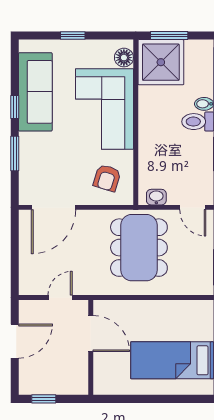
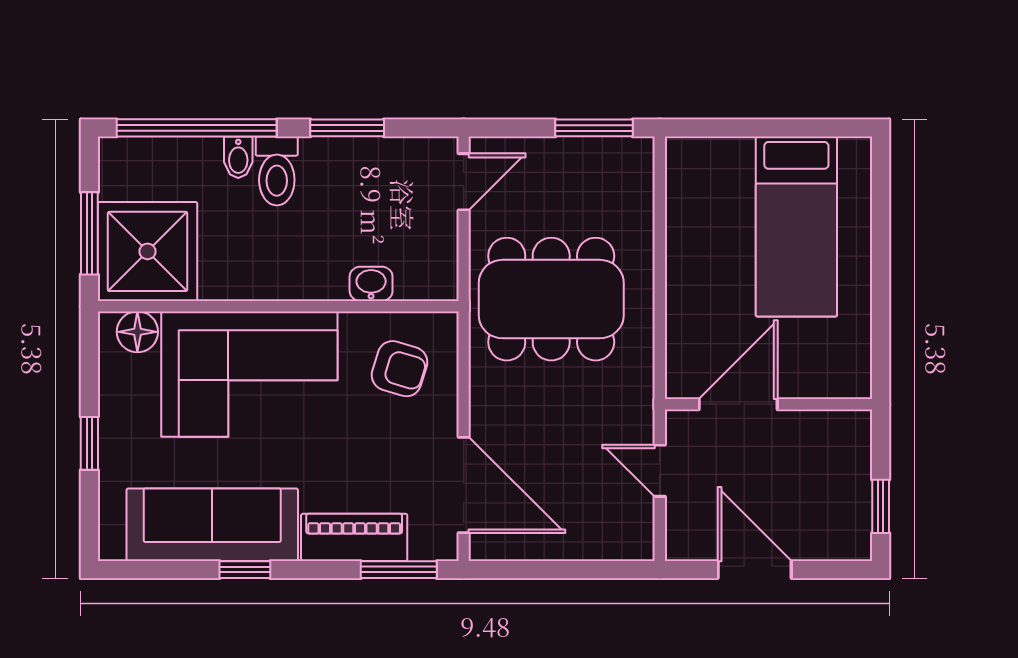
window: (15, 153) -> (399, 570), moved
piano: (29, 157) -> (354, 537), added
washbasin: (156, 197) -> (371, 284), moved, turned 90

